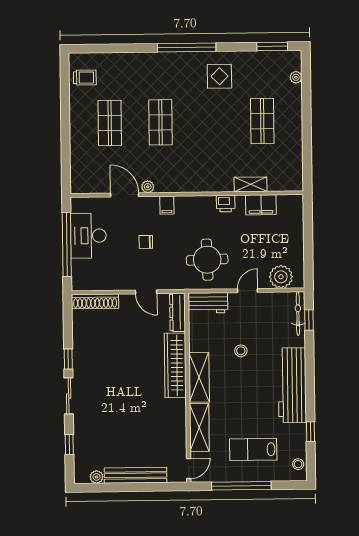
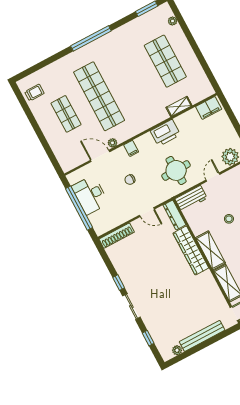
display table: (219, 76) -> (122, 46), removed
shop shelf: (262, 121) -> (165, 61), width x1.43, depth x1.36
shop shelf: (161, 122) -> (99, 96), width x2.00, depth x1.36
printer: (226, 204) -> (165, 133), width x1.87, depth x1.48
filing cabinet: (261, 205) -> (209, 108), moved

